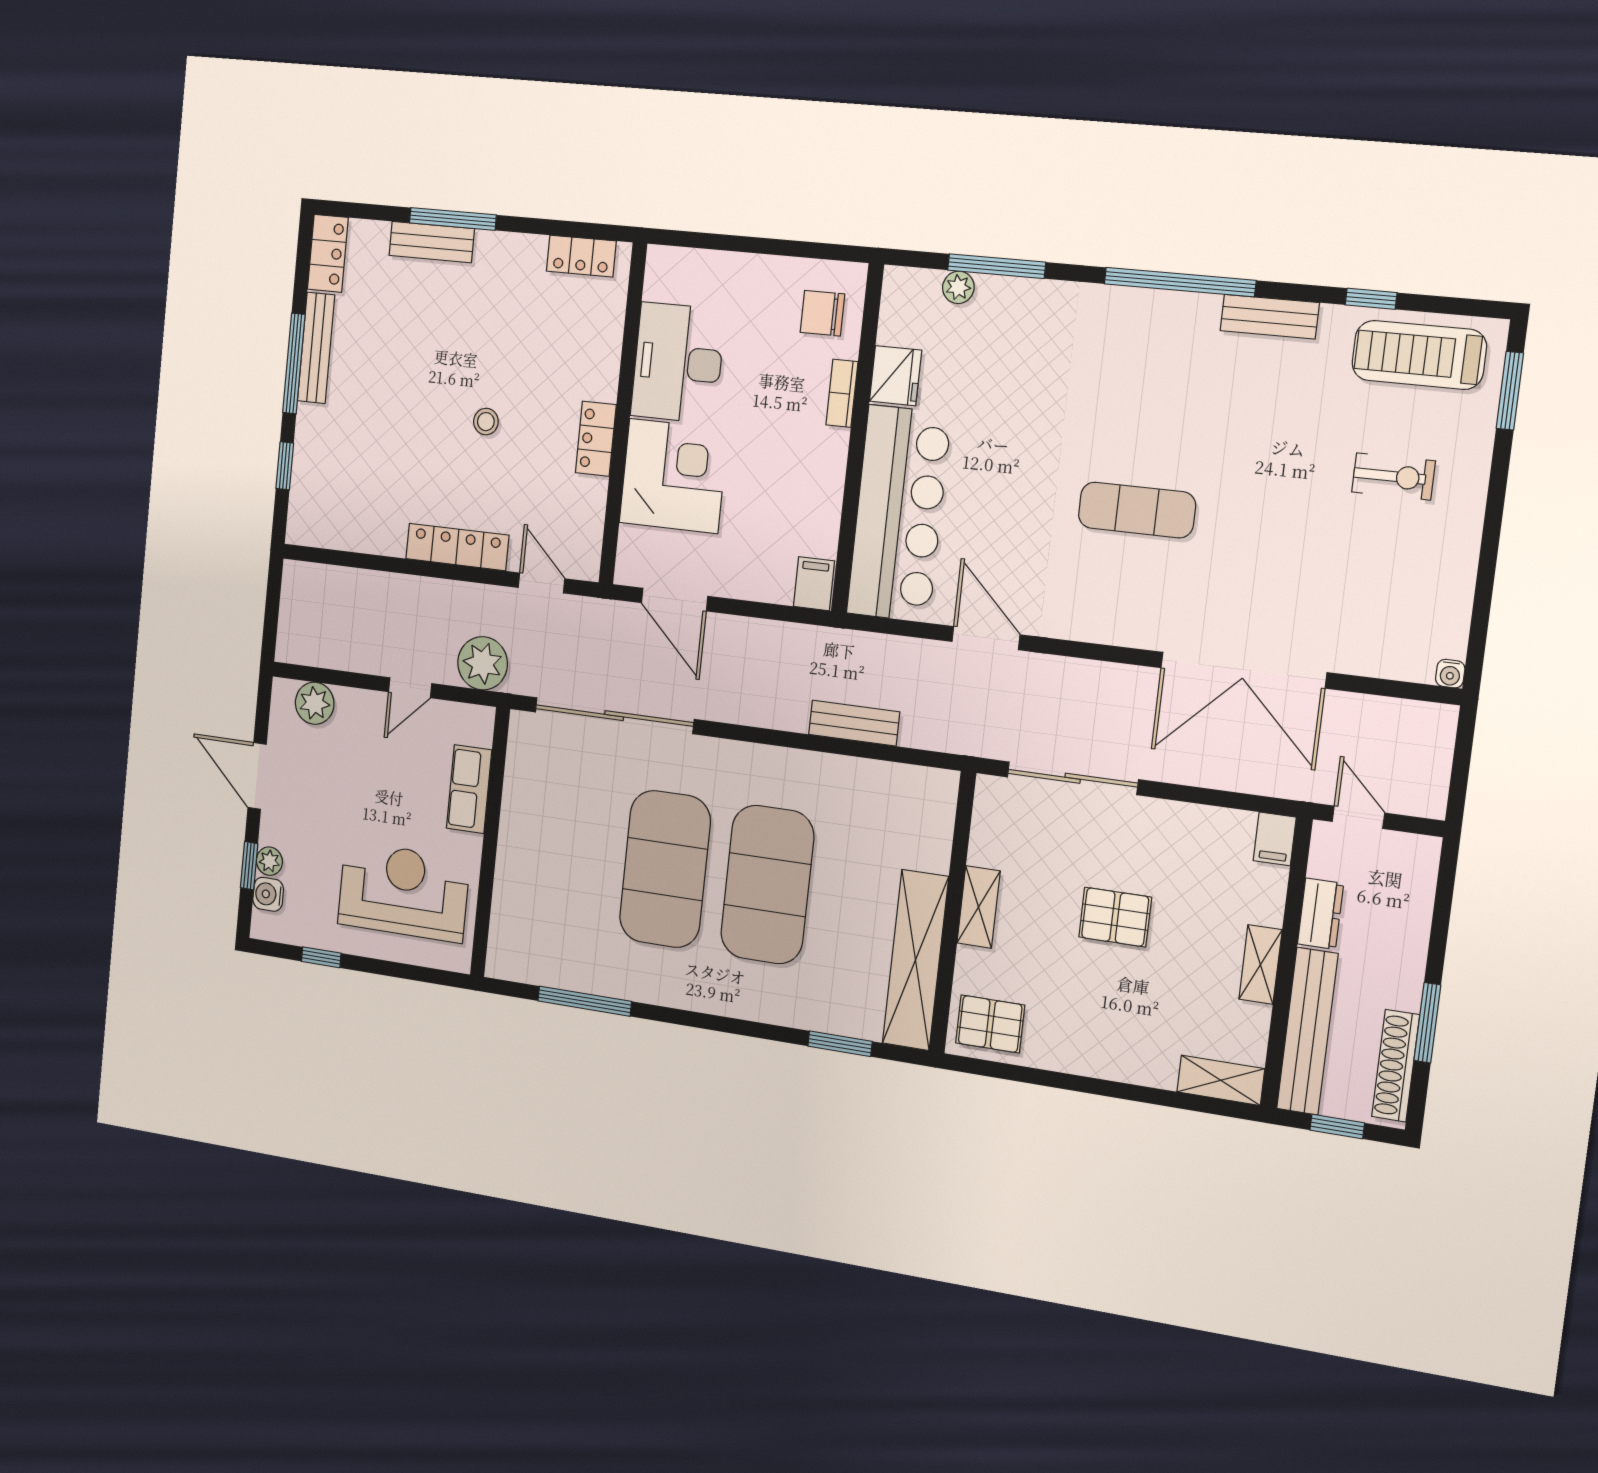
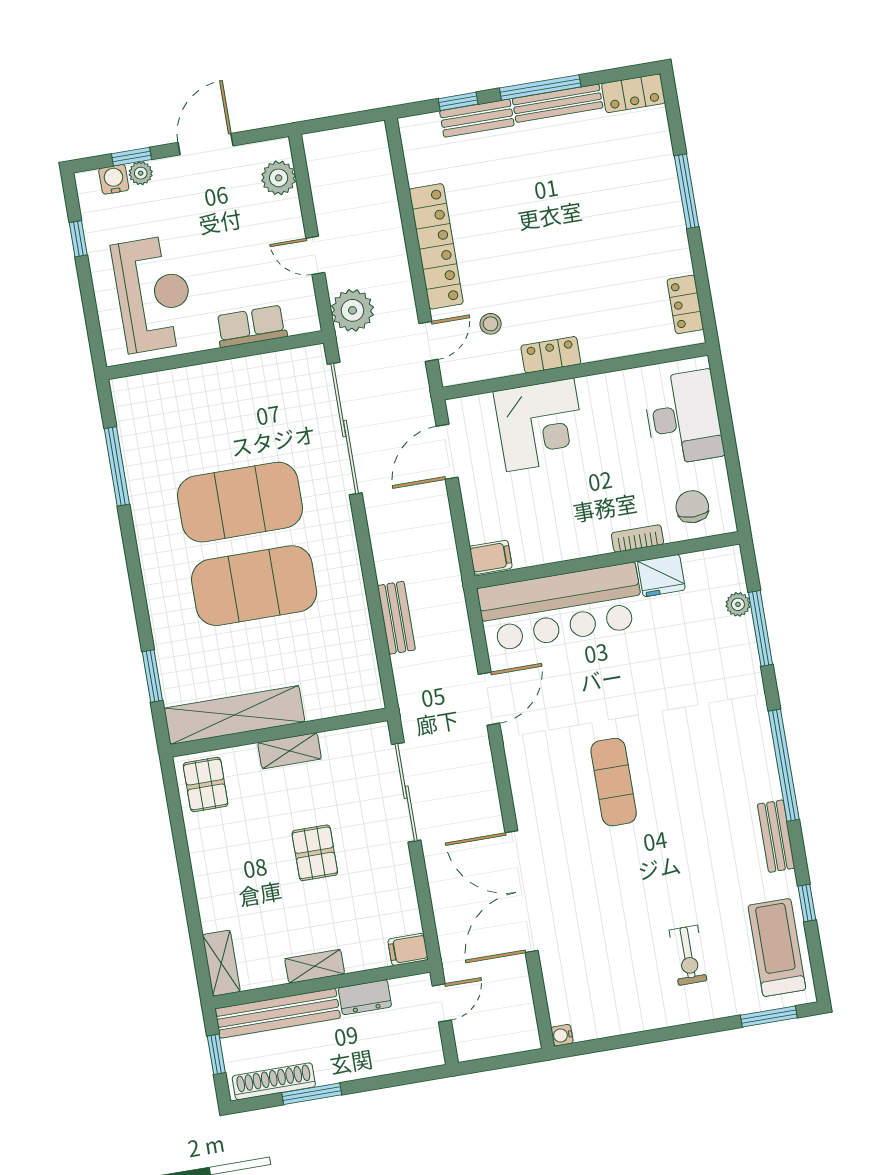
bench: (432, 242) -> (477, 118), moved, turned 90
desk: (678, 363) -> (683, 418), moved, turned 90
stool: (486, 422) -> (491, 324), moved
locker: (457, 547) -> (436, 246), width x1.41, depth x1.21

